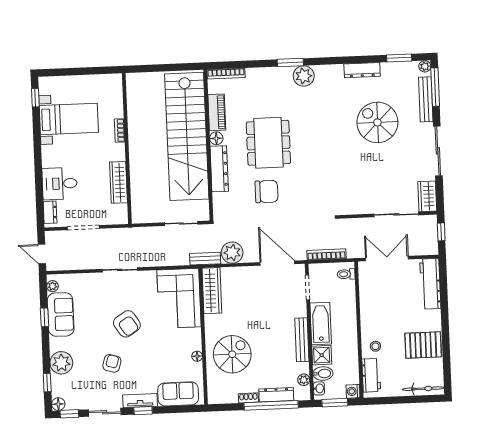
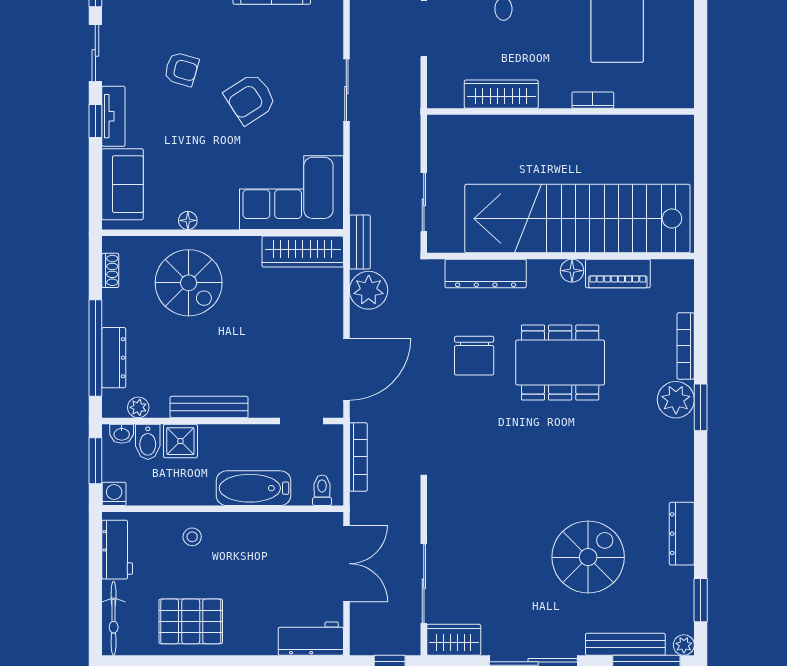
bookcase: (226, 74) -> (686, 346), moved
plant: (304, 76) -> (676, 400), moved
dresser: (219, 169) -> (486, 274), moved
workbench: (430, 284) -> (311, 639), width x0.73
bathtub: (321, 323) -> (254, 488), moved, turned 180
pallet: (423, 345) -> (191, 621), turned 90
workbench: (371, 375) -> (117, 550), moved, turned -90
shoe rack: (248, 398) -> (110, 270), moved

